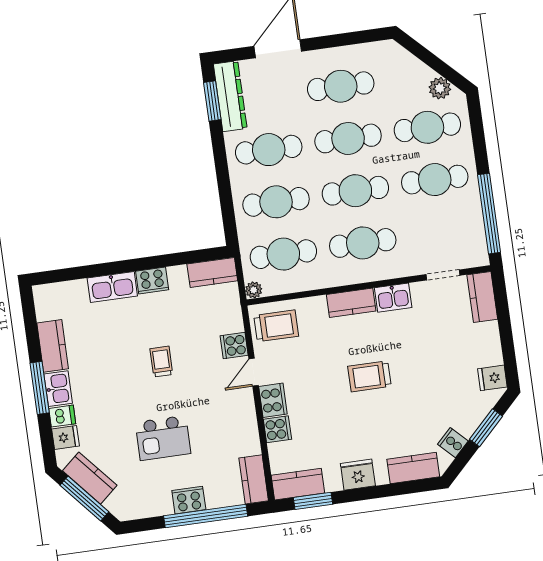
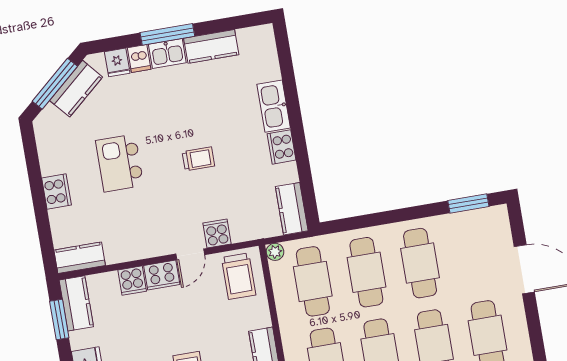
dresser: (230, 96) -> (474, 222), removed
door: (254, 372) -> (190, 254), swing flipped
window: (206, 516) -> (41, 209), removed

